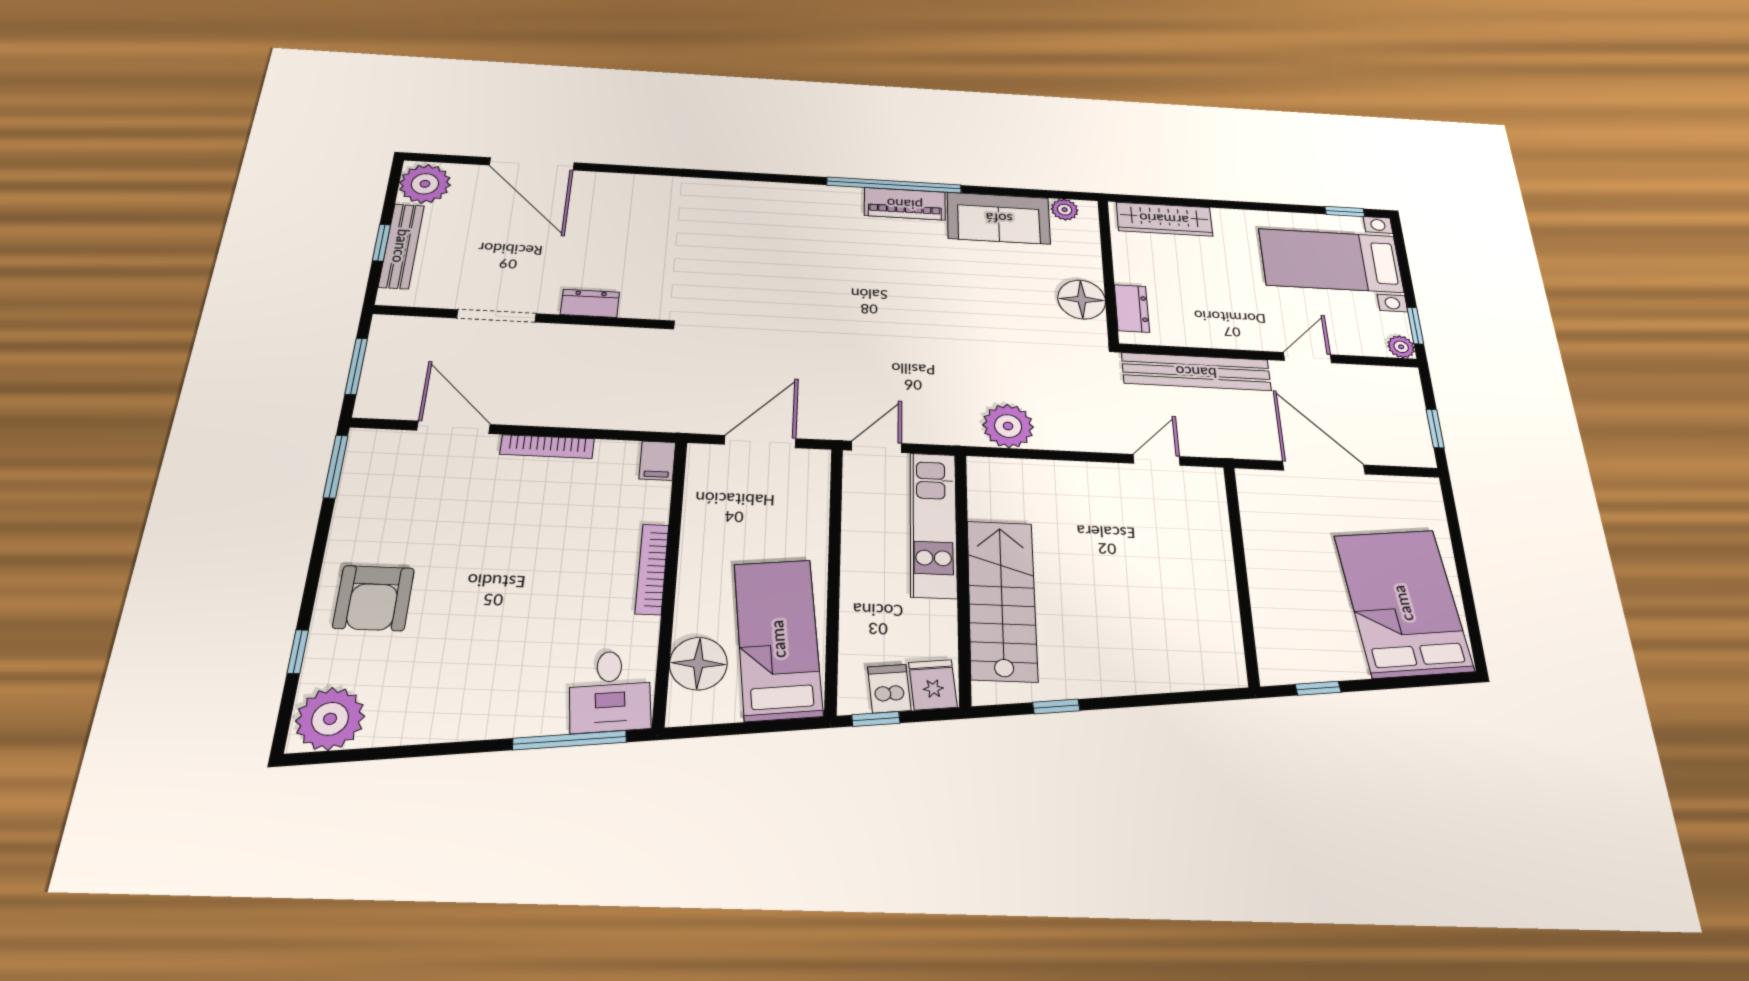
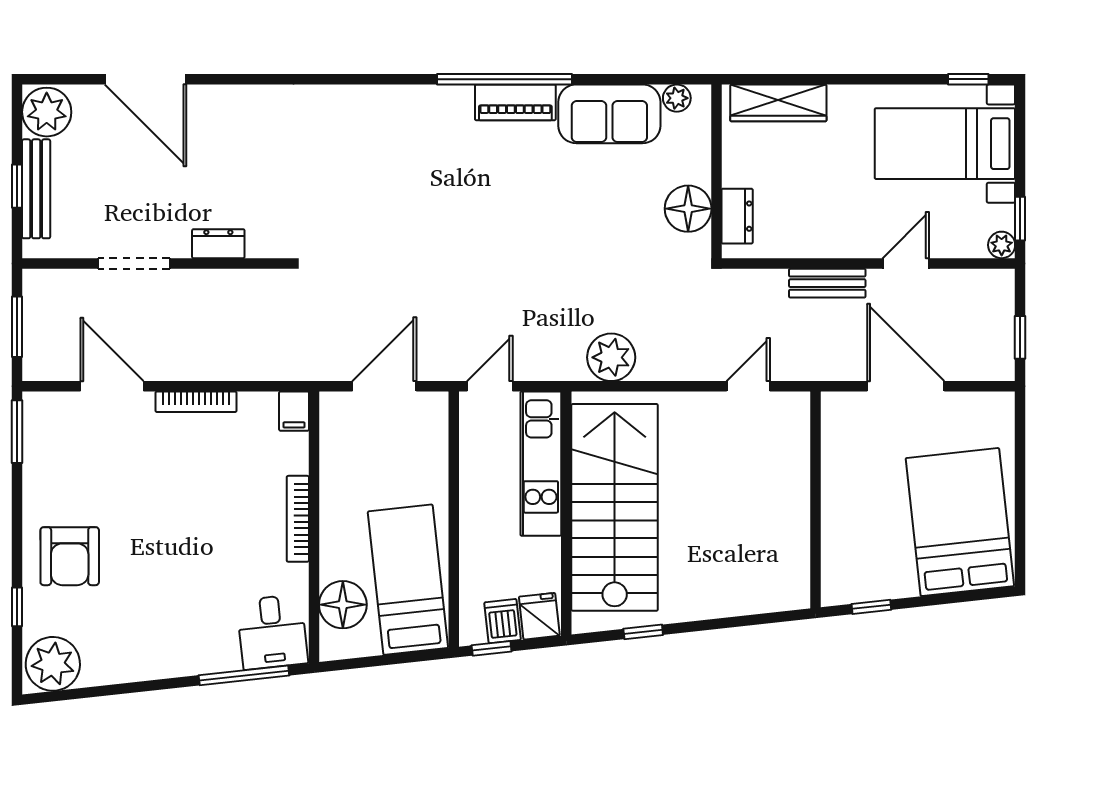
bench: (1196, 372) -> (827, 283), width x0.54, depth x0.82
stairs: (1002, 600) -> (615, 507), width x1.36, depth x1.51

